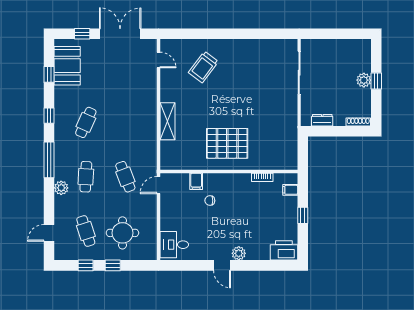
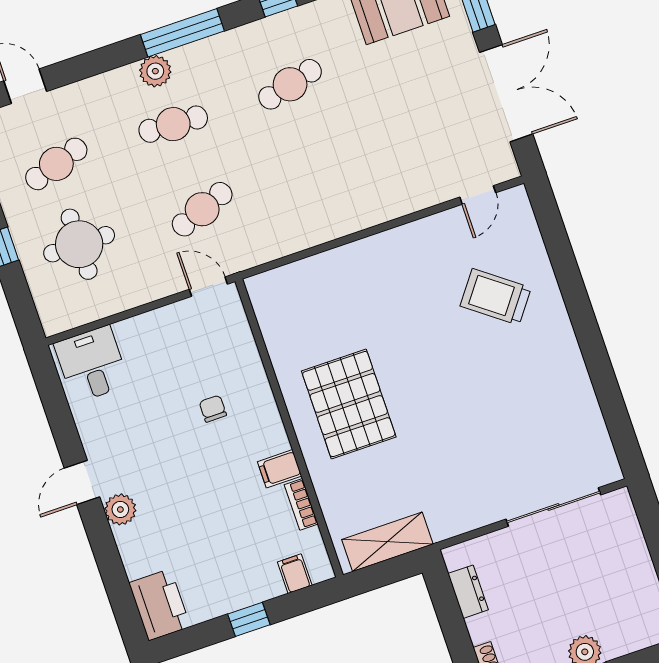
shelving: (167, 121) -> (387, 542), moved
cafe table: (86, 122) -> (290, 84), turned -39
filing cabinet: (196, 181) -> (280, 469), moved
plant: (61, 188) -> (155, 71), moved

